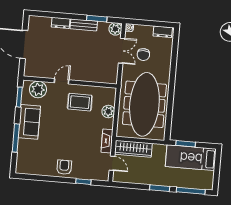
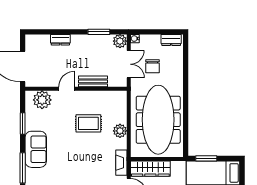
bench: (84, 25) -> (93, 81), moved
door: (62, 81) -> (67, 89), moved
wall: (70, 82) -> (76, 89), moved
plant: (38, 90) -> (42, 100), moved

